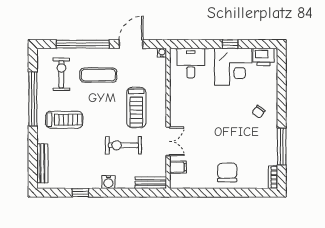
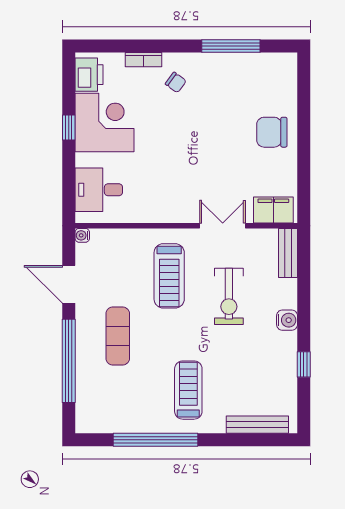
exercise bike: (61, 74) -> (116, 395), removed
treadmill: (136, 108) -> (169, 276), turned 90
filing cabinet: (178, 167) -> (273, 210), width x2.00
bookcase: (273, 177) -> (144, 60), moved

